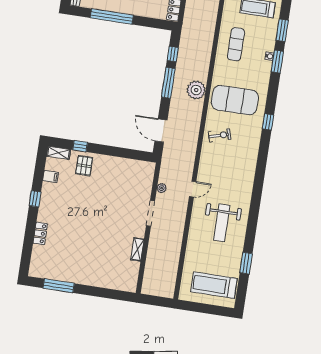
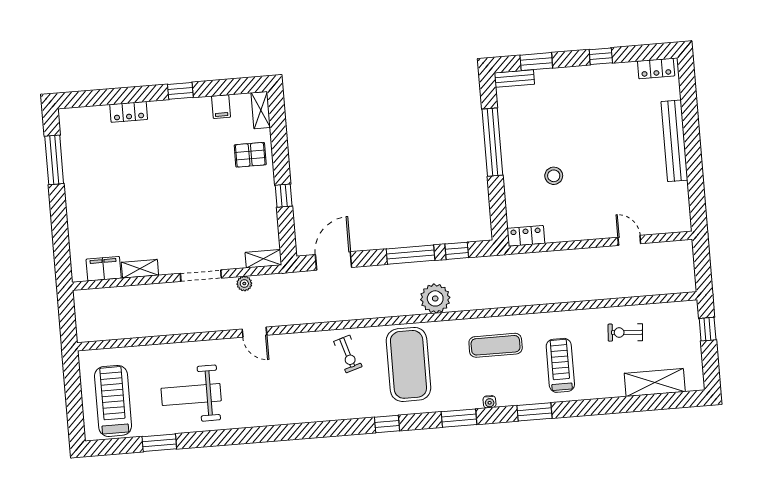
window: (277, 62) -> (459, 418), moved
plant: (196, 90) -> (435, 298), moved
window: (80, 146) -> (284, 196), moved
shelving: (149, 173) -> (263, 259), added
weight bench: (222, 223) -> (191, 395), moved
filing cabinet: (132, 272) -> (104, 269), added

